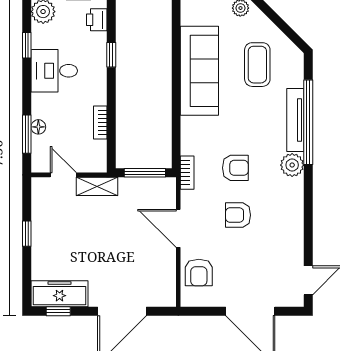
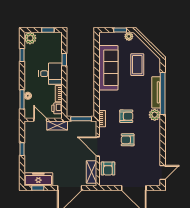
printer: (97, 20) -> (57, 108), moved
desk: (54, 71) -> (50, 74), moved, turned 180
shelving: (166, 279) -> (92, 172), added

